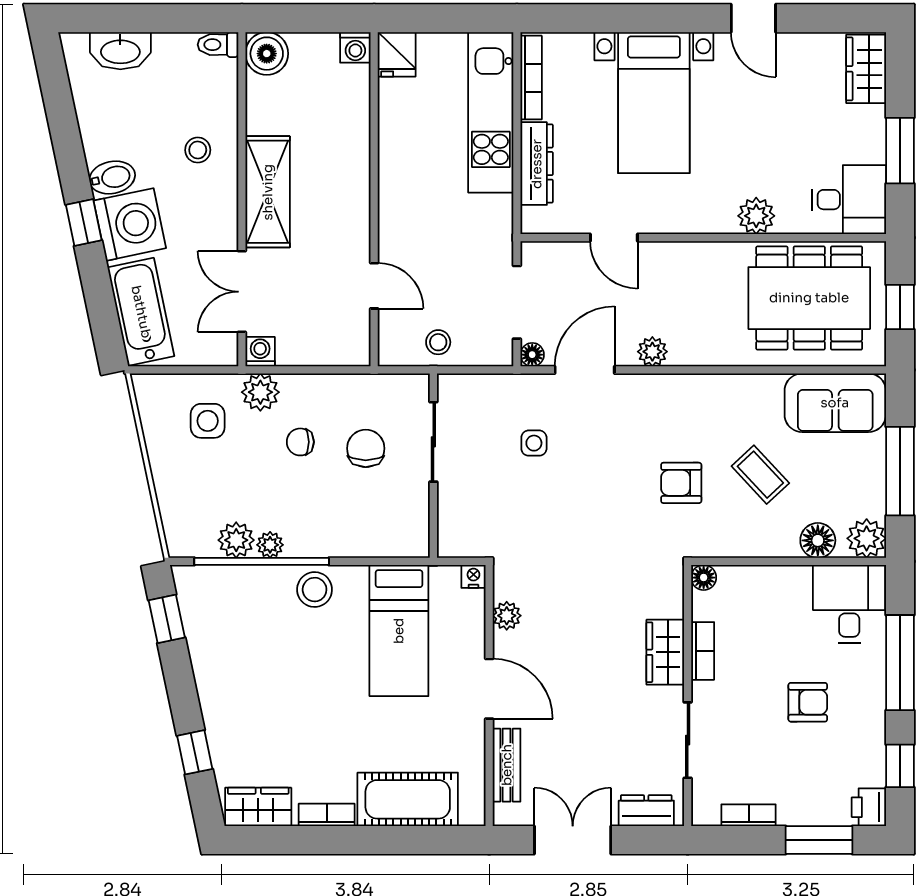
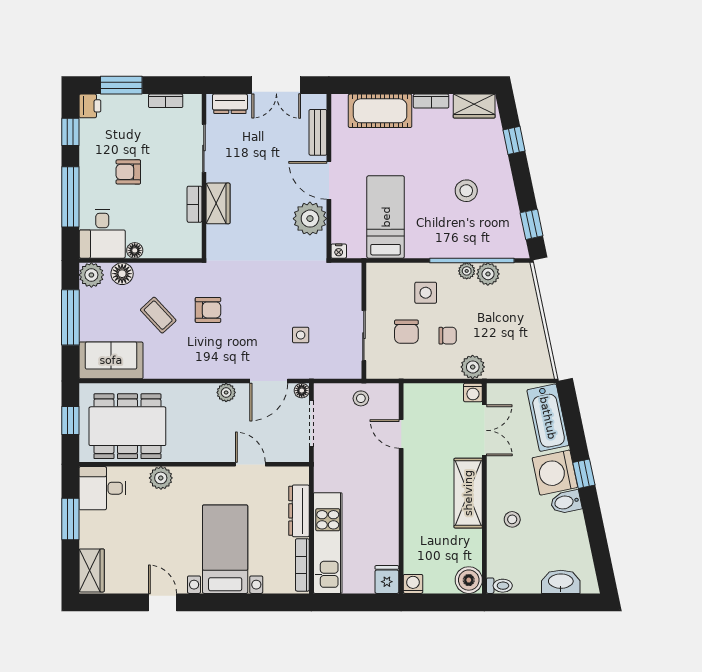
side table: (208, 421) -> (426, 293), moved
floor lamp: (704, 578) -> (135, 250), moved
stool: (315, 590) -> (466, 191), moved
plant: (507, 616) -> (310, 219), width x1.87, depth x1.87

